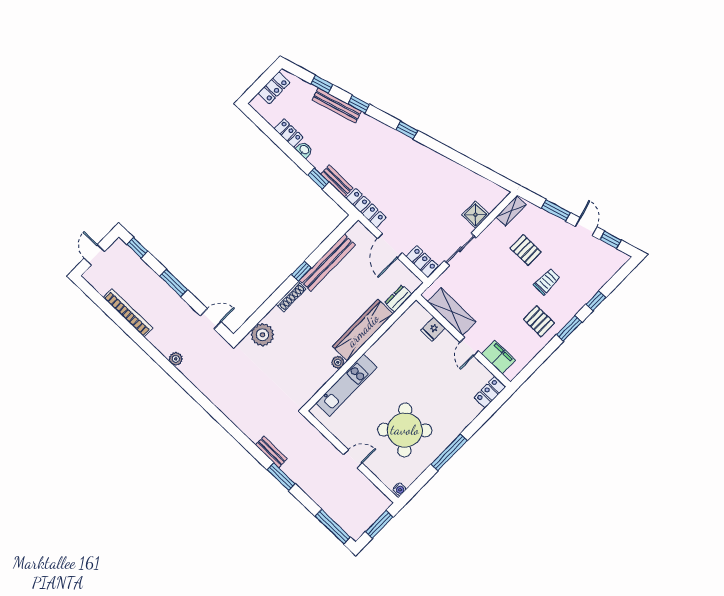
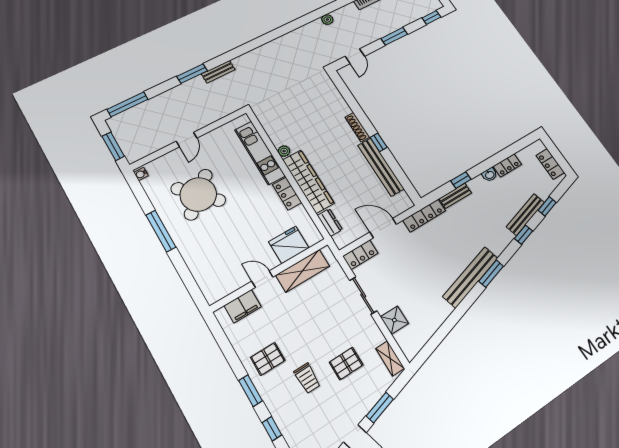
window: (407, 130) -> (491, 274), width x1.50
bench: (416, 150) -> (471, 277), added
fridge: (433, 329) -> (289, 245), width x1.88, depth x1.34
plant: (262, 335) -> (329, 94), removed
locker: (490, 392) -> (287, 194), moved, turned 180

